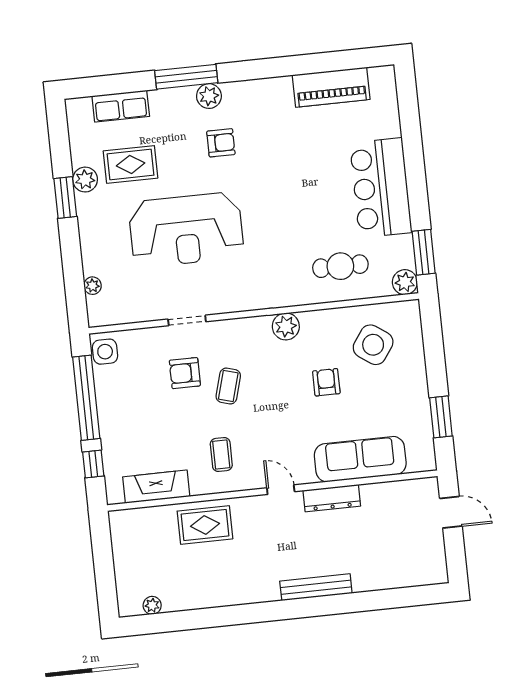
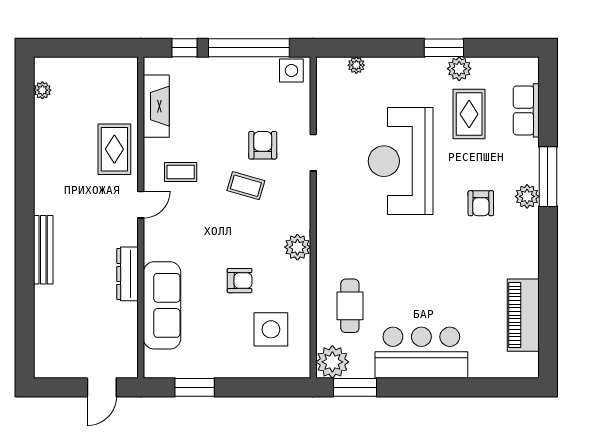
plant: (405, 282) -> (332, 362), width x1.36, depth x1.36
side table: (373, 345) -> (271, 329), turned -35
door: (281, 490) -> (141, 205), moved

